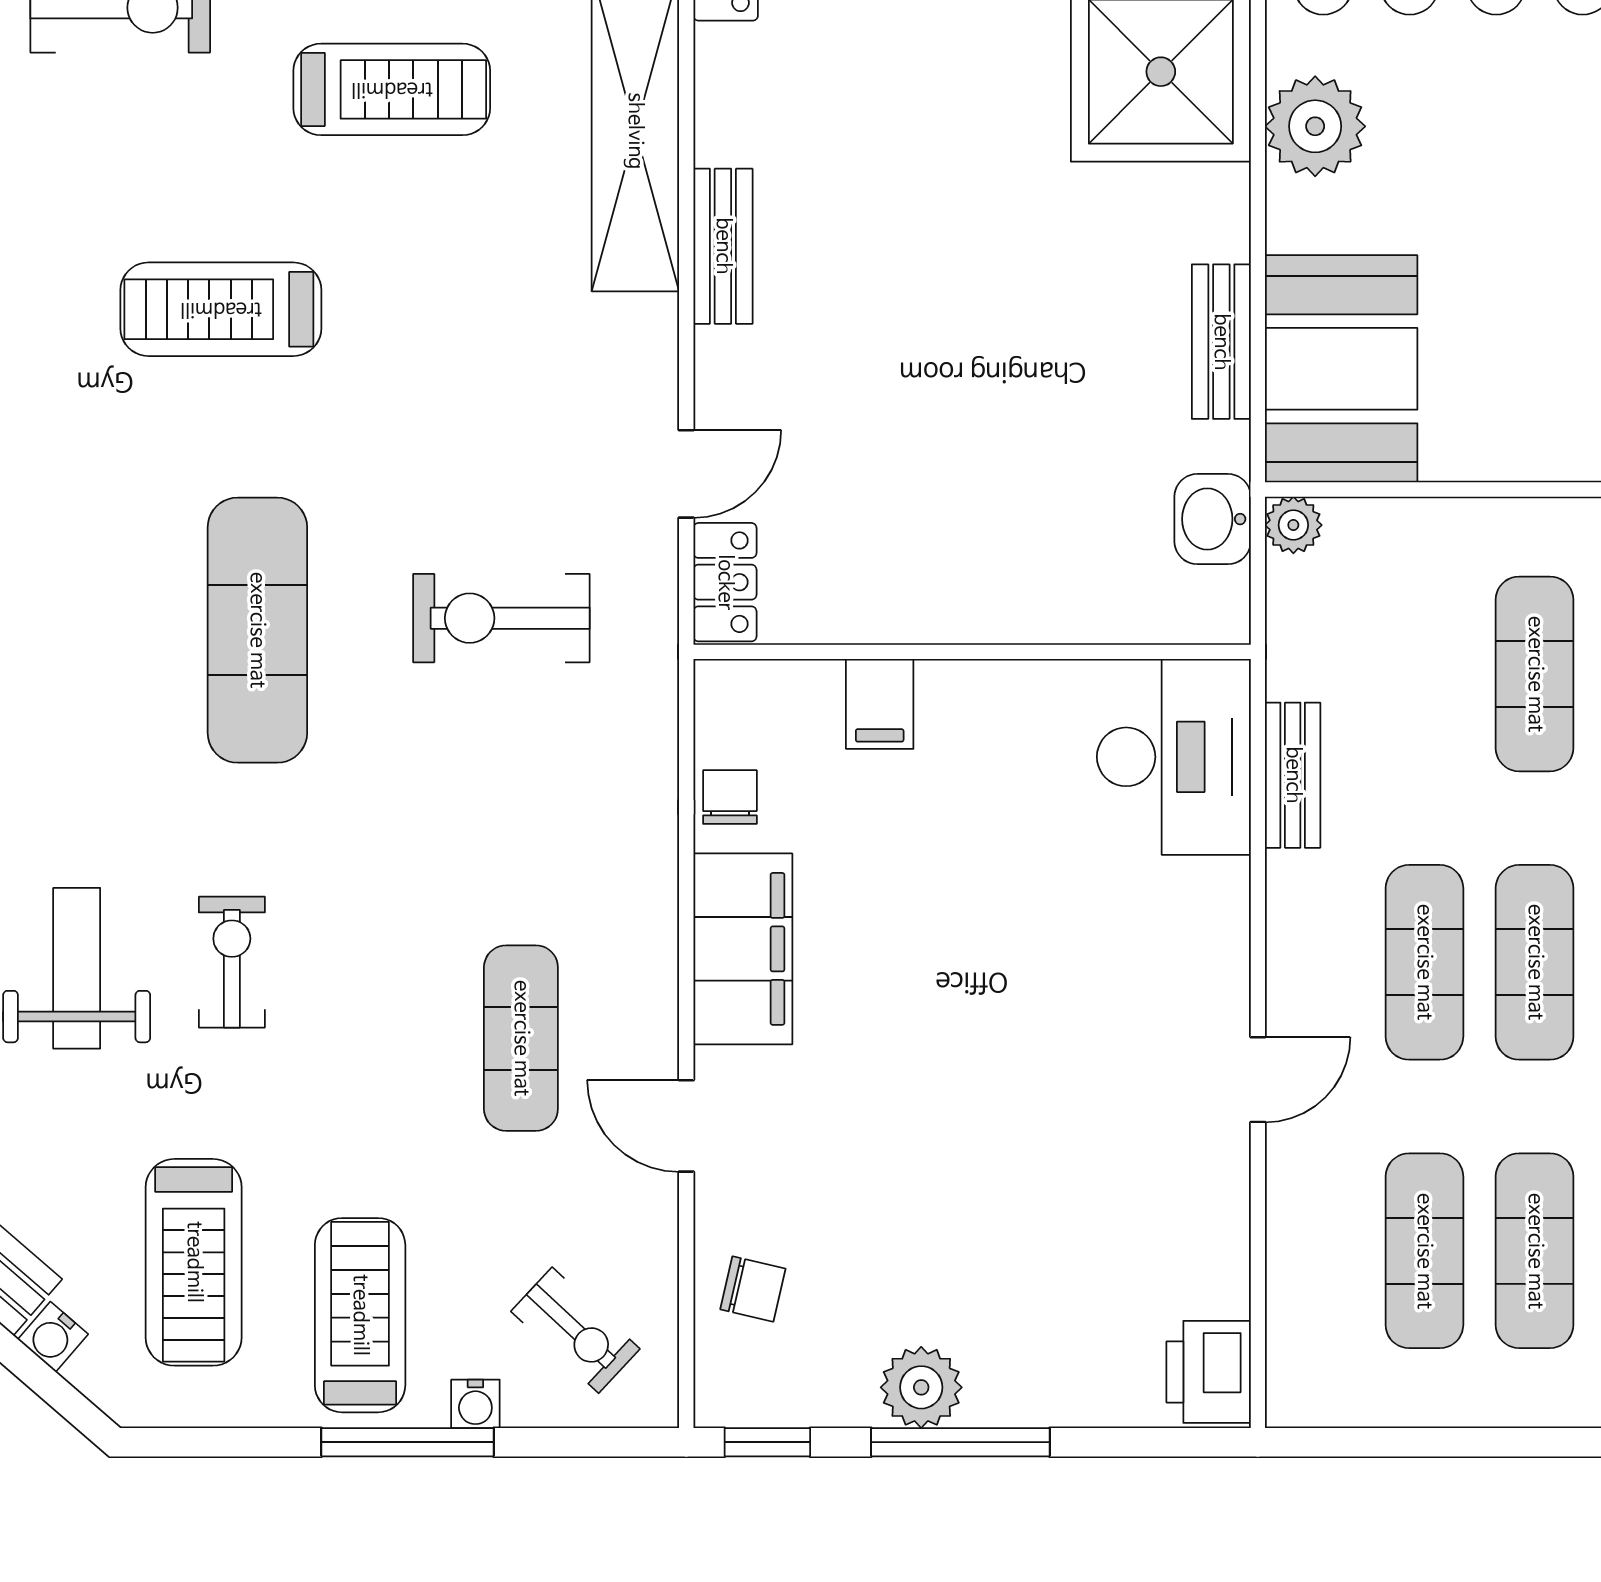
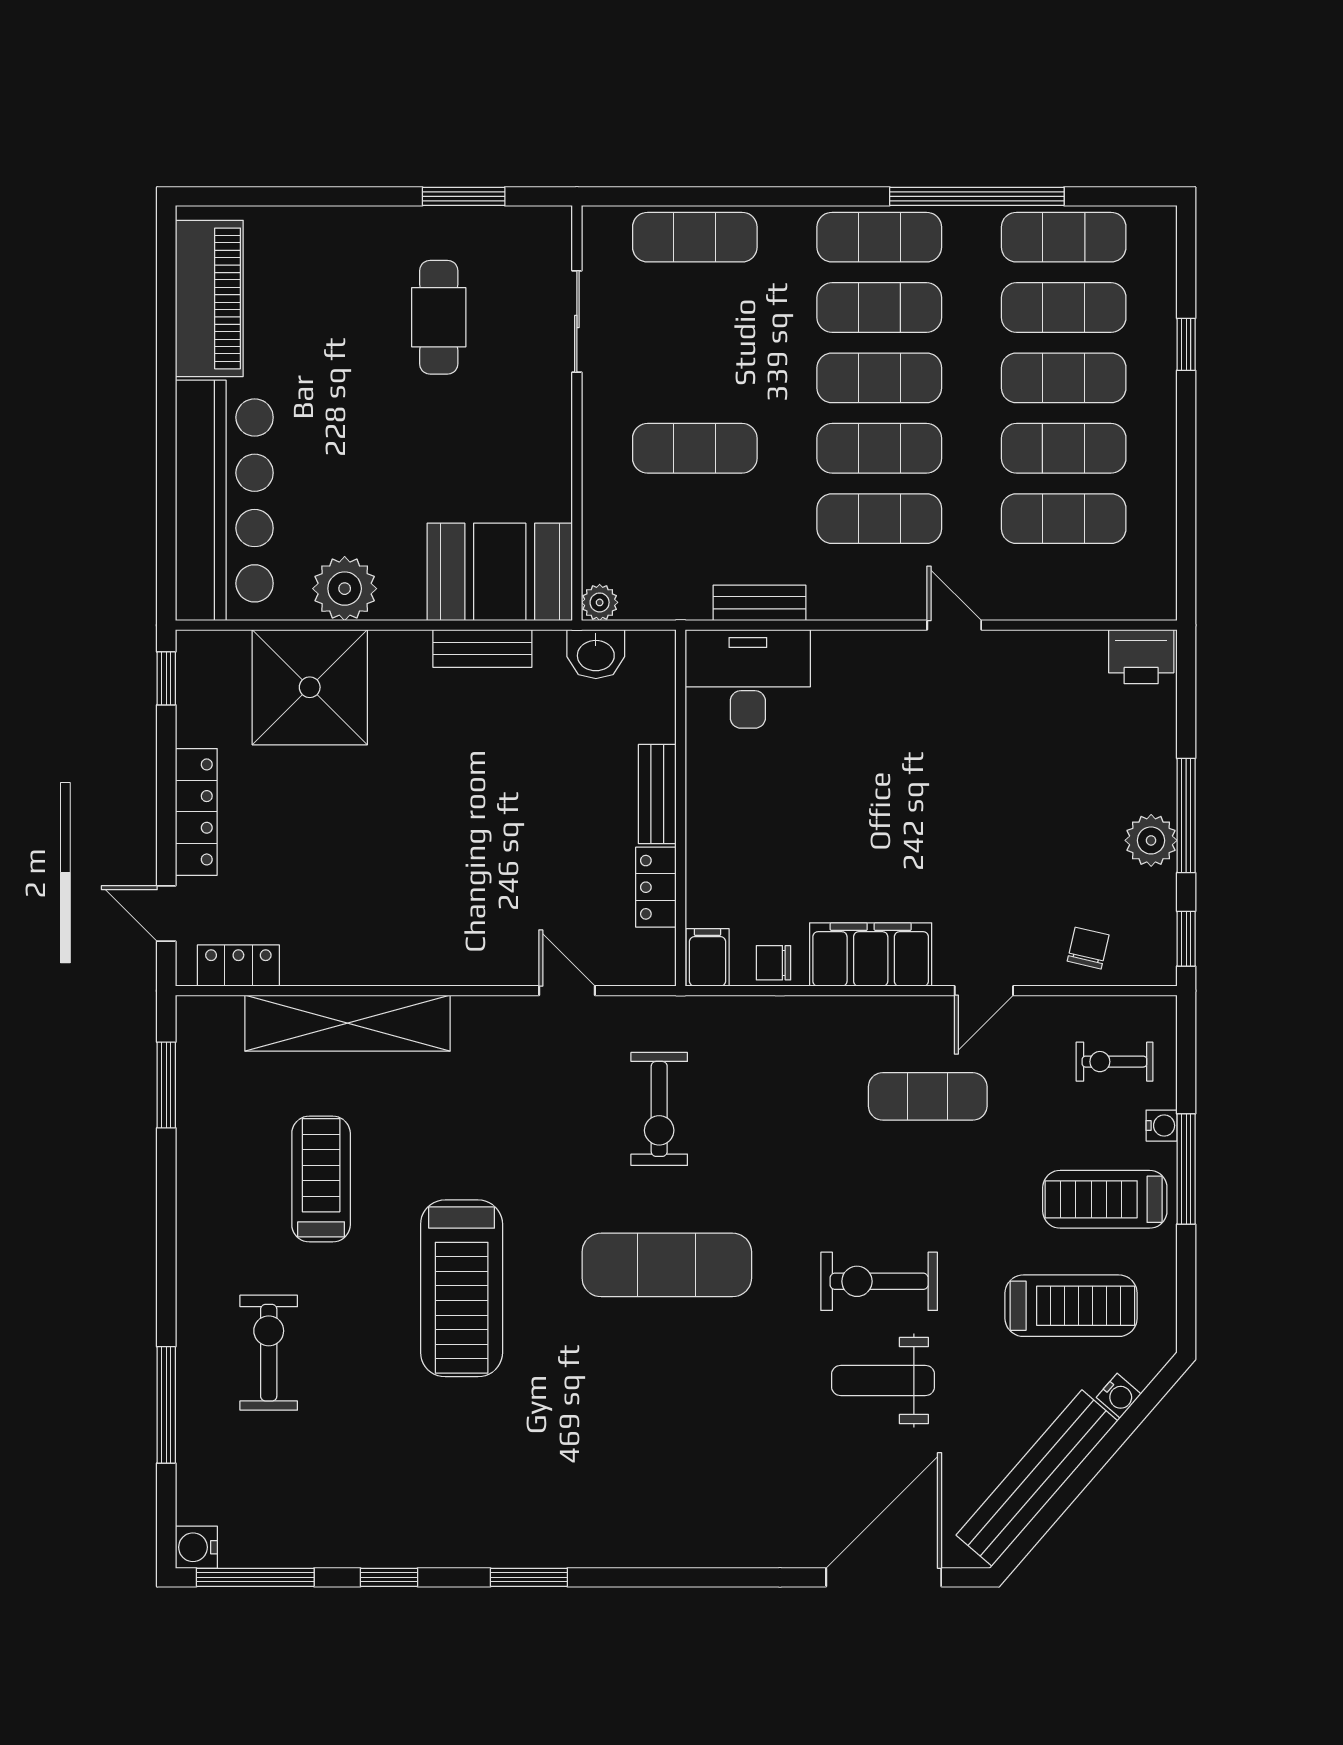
bench: (723, 246) -> (657, 794), moved, turned 90
treadmill: (221, 309) -> (462, 1288), width x1.37, depth x1.38
locker: (725, 582) -> (656, 887), moved, turned -90
filing cabinet: (880, 704) -> (707, 957), moved, turned -90
exercise bike: (232, 962) -> (879, 1281), width x1.38, depth x1.39
exercise bike: (575, 1330) -> (1114, 1062), turned -133

